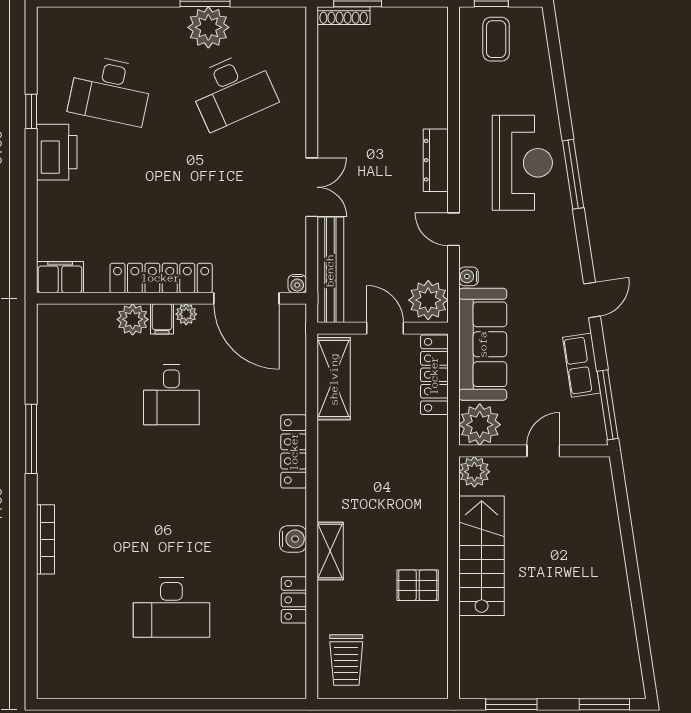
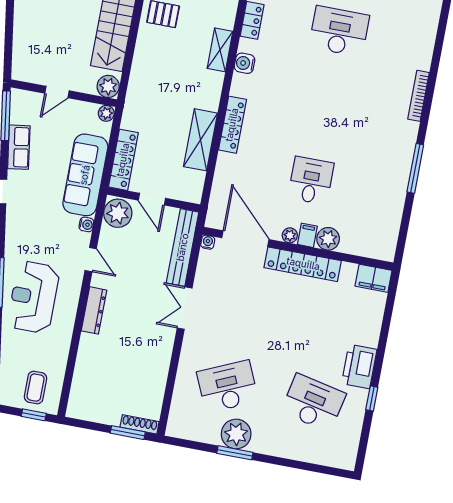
shelving: (334, 379) -> (200, 140), moved
plant: (480, 425) -> (106, 113), width x0.53, depth x0.53

